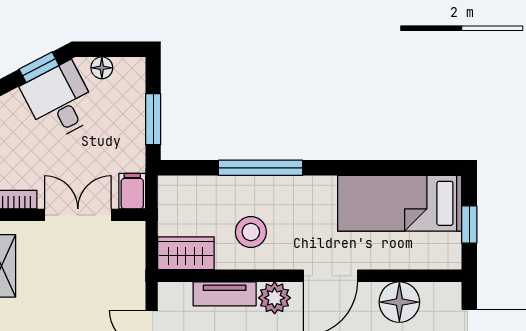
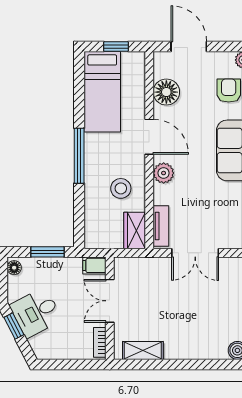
floor lamp: (102, 68) -> (14, 268), moved
window: (261, 168) -> (79, 156), moved
tv unit: (225, 294) -> (161, 226), moved

